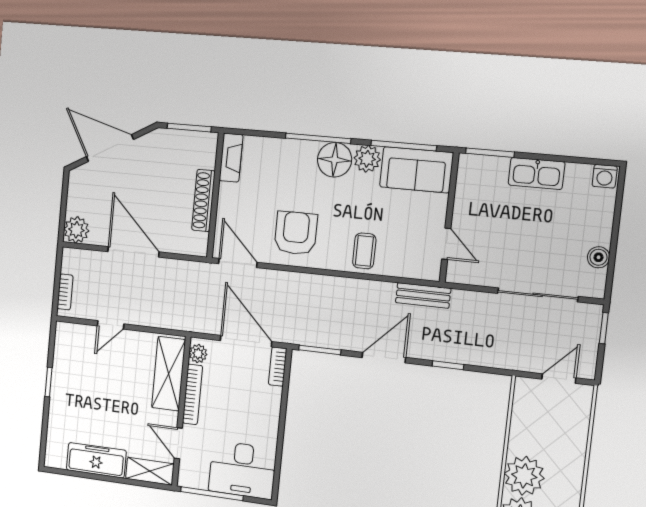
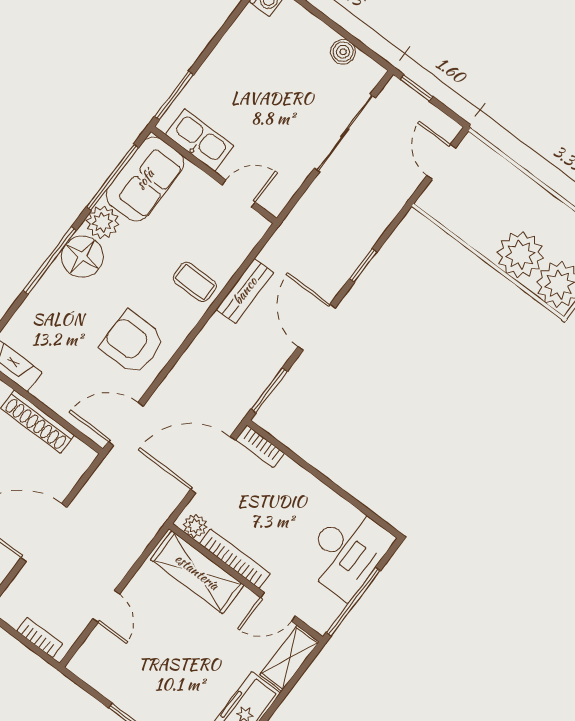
kitchen sink: (537, 173) -> (200, 140), moved, turned -90
bench: (423, 295) -> (245, 291), moved

